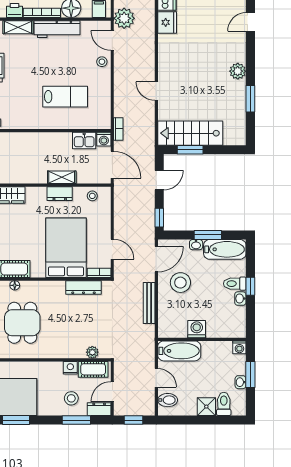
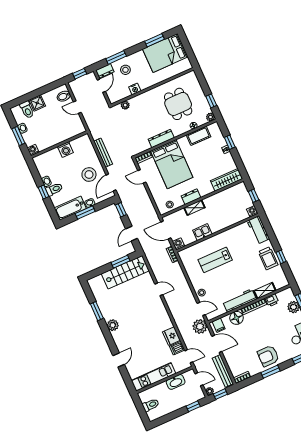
kitchen sink: (84, 141) -> (202, 232), moved
dresser: (83, 287) -> (161, 139), moved
bathtub: (179, 351) -> (70, 131), removed
cot: (93, 369) -> (120, 94), removed

